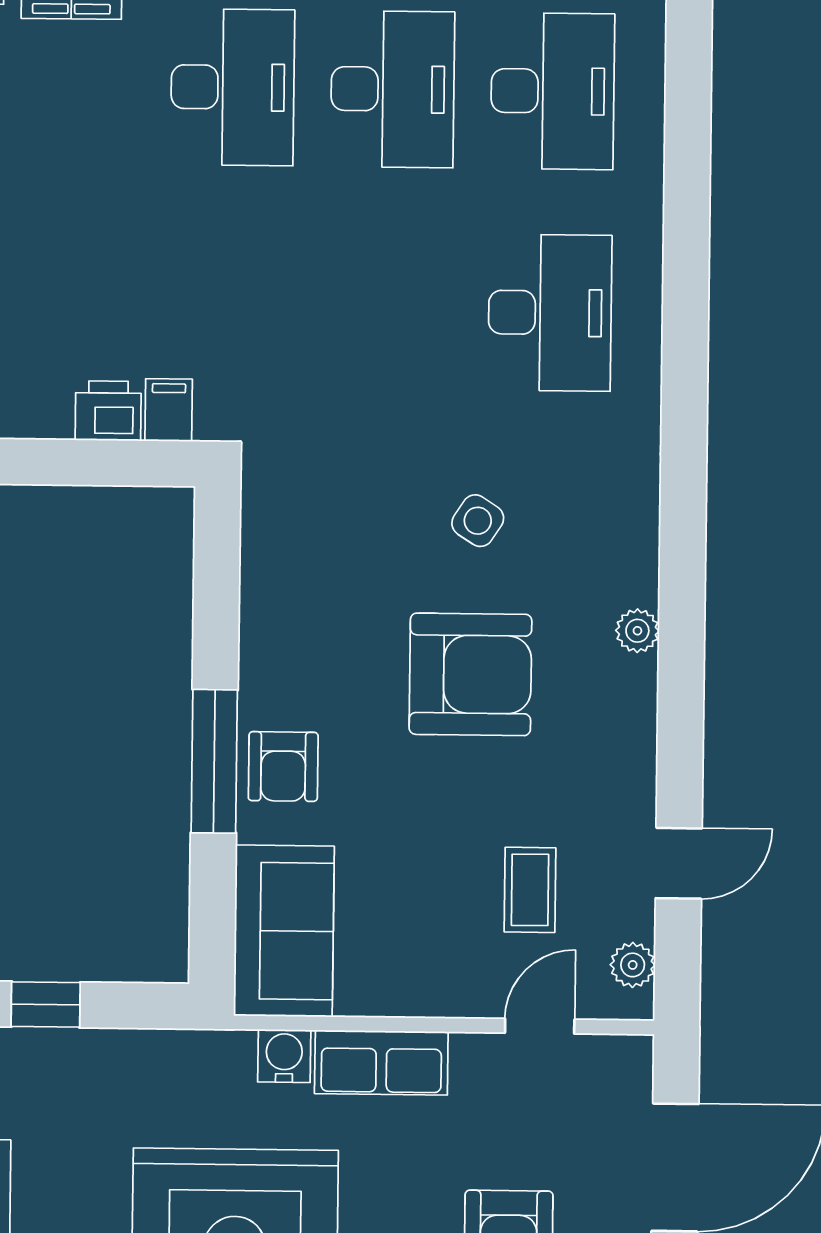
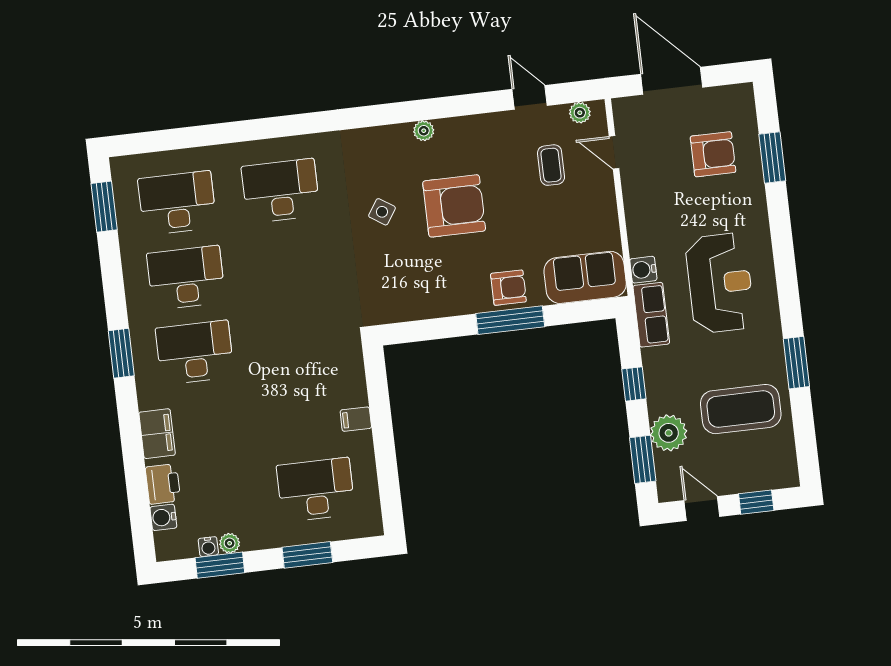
filing cabinet: (169, 410) -> (356, 419), moved
printer: (108, 411) -> (353, 391), removed
armchair: (470, 674) -> (454, 206), turned 90
coffee table: (530, 890) -> (551, 165), turned 90
row of seats: (381, 1063) -> (651, 315), moved

